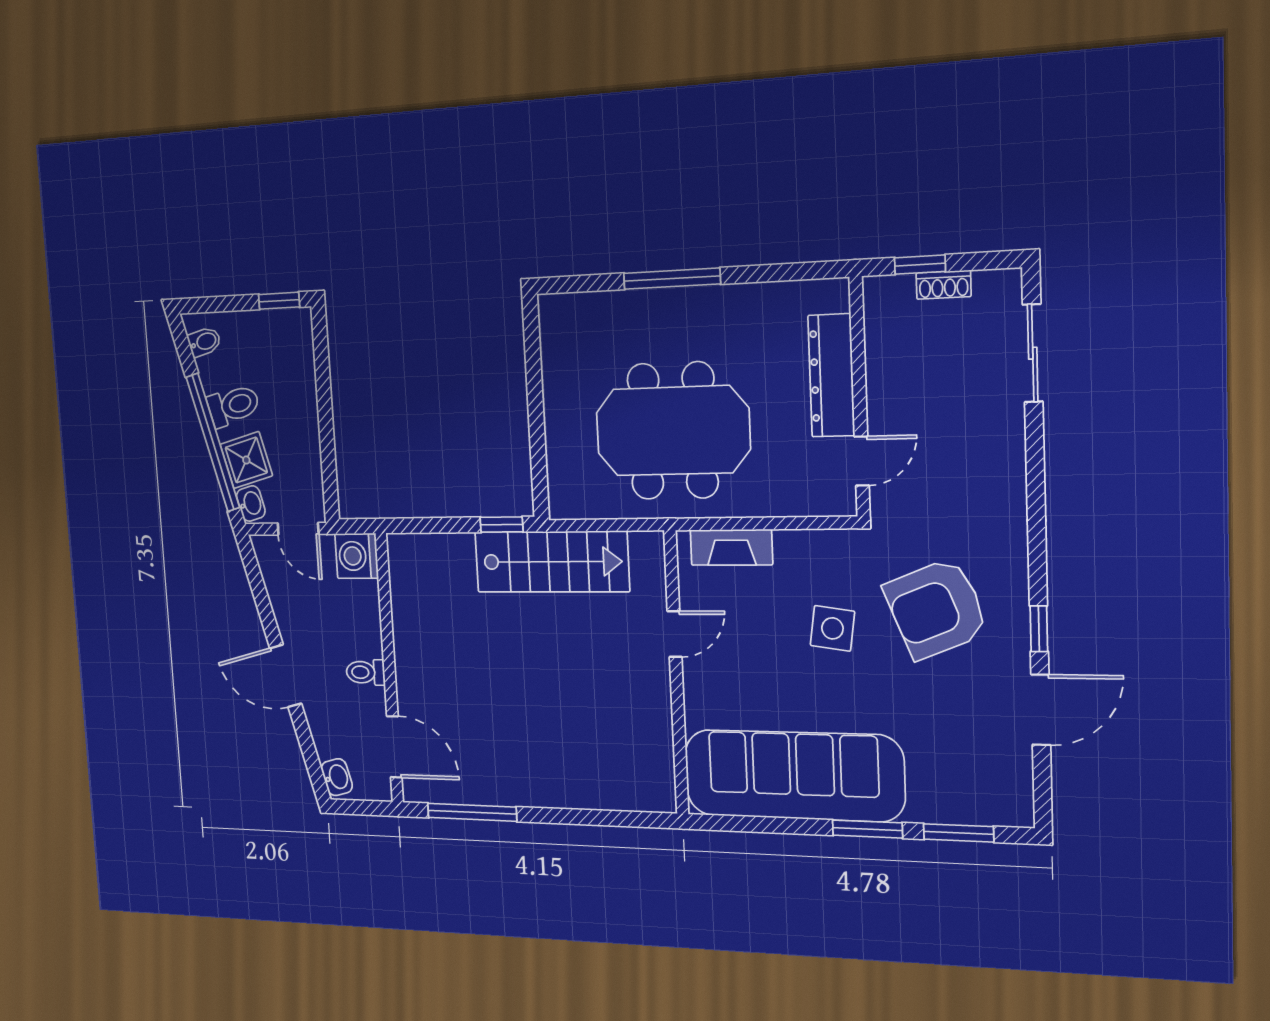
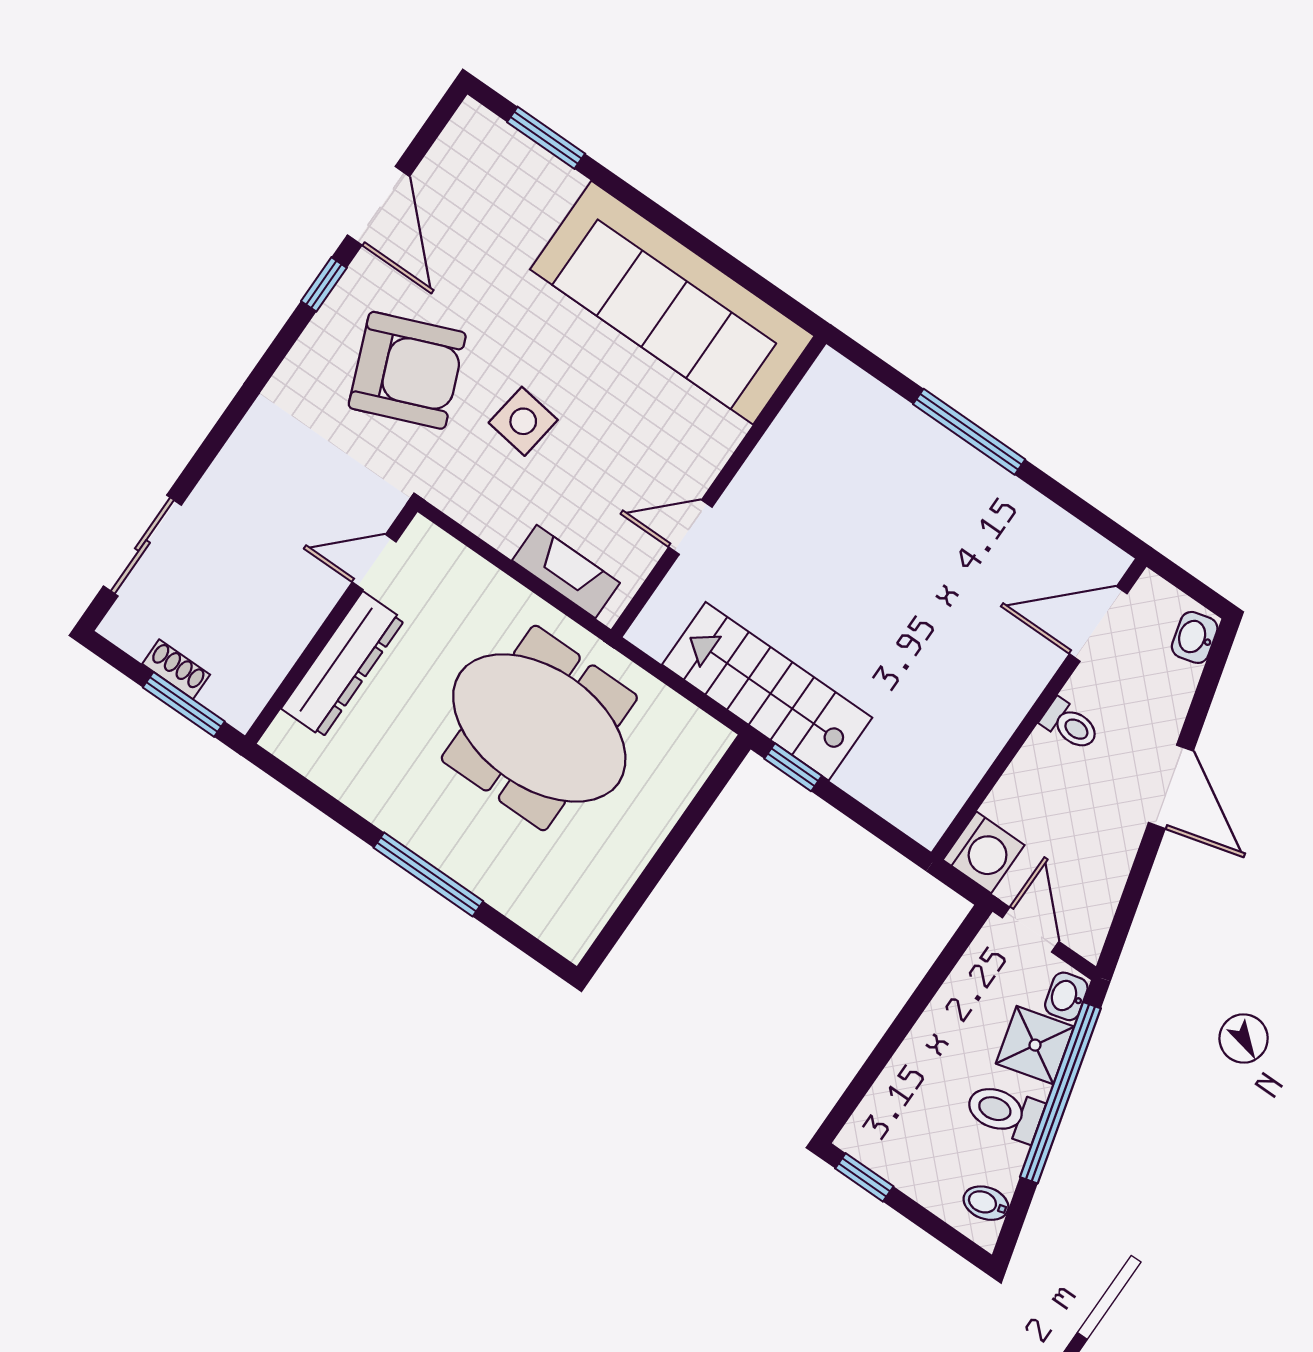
window: (920, 265) -> (184, 704), width x1.50
door: (1041, 710) -> (379, 206), swing flipped
door: (394, 747) -> (1098, 624), hinge flipped
window: (472, 812) -> (969, 432), moved
window: (867, 829) -> (636, 200), removed

